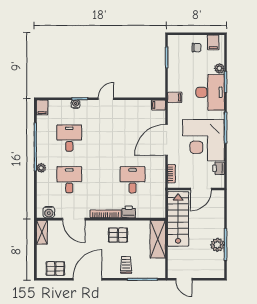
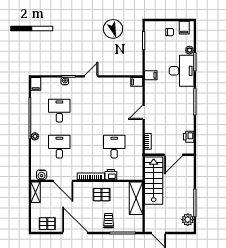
door: (167, 140) -> (144, 112), width x0.53
corner desk: (203, 140) -> (176, 112), removed
plant: (217, 245) -> (188, 220), moved
door: (88, 279) -> (75, 233), hinge flipped

